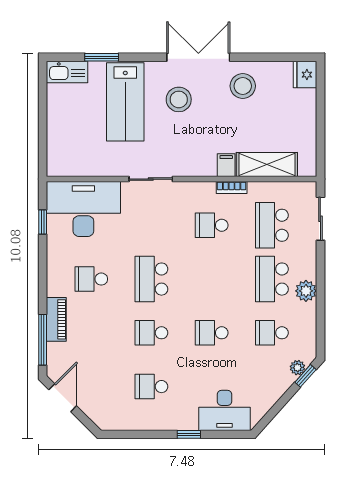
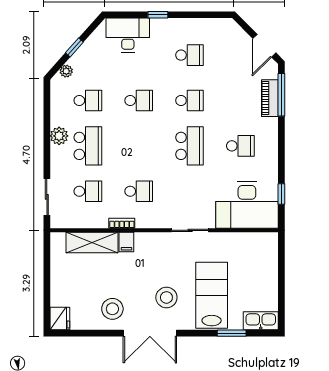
school desk: (272, 225) -> (88, 191), width x0.54
piano: (56, 319) -> (270, 98), moved
window: (305, 376) -> (74, 47), moved

